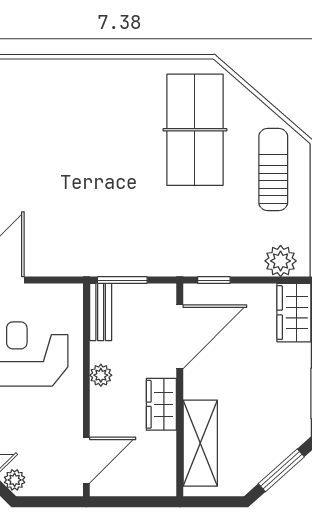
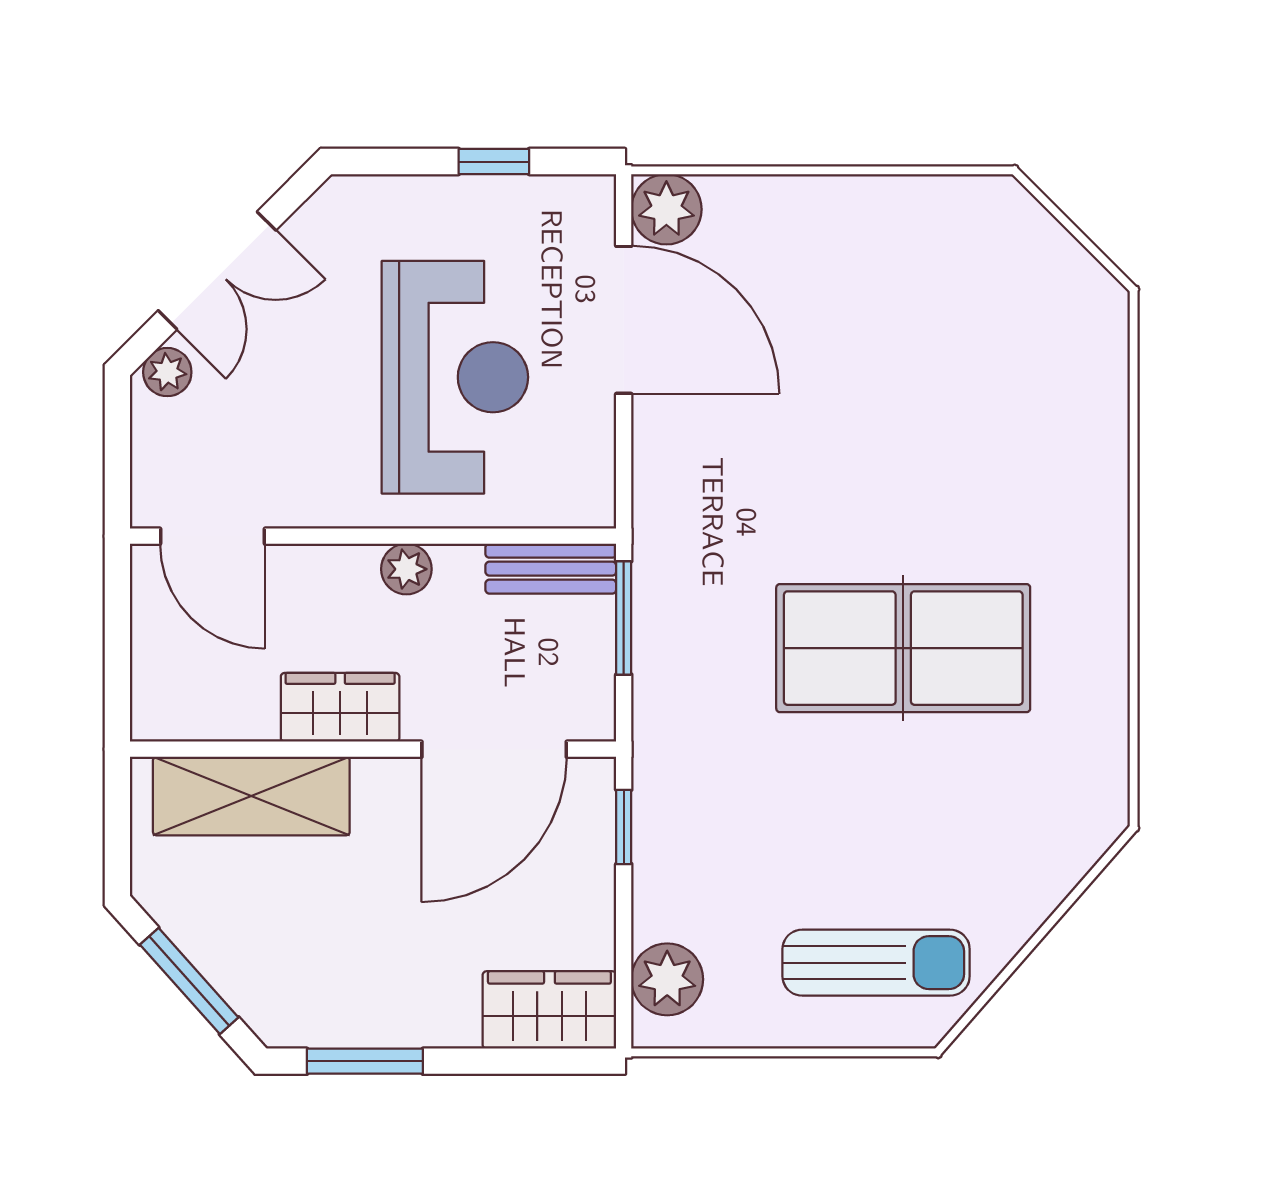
table tennis table: (195, 130) -> (903, 648), moved
door: (180, 337) -> (494, 749), hinge flipped

